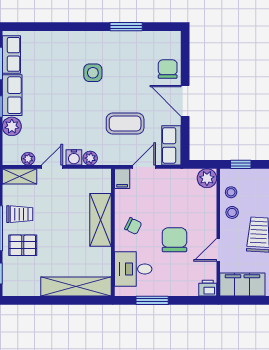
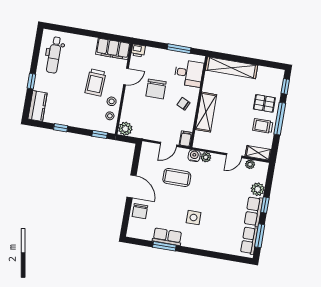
row of seats: (171, 145) -> (167, 237), moved, turned -90
water cooler: (74, 157) -> (194, 156), moved

